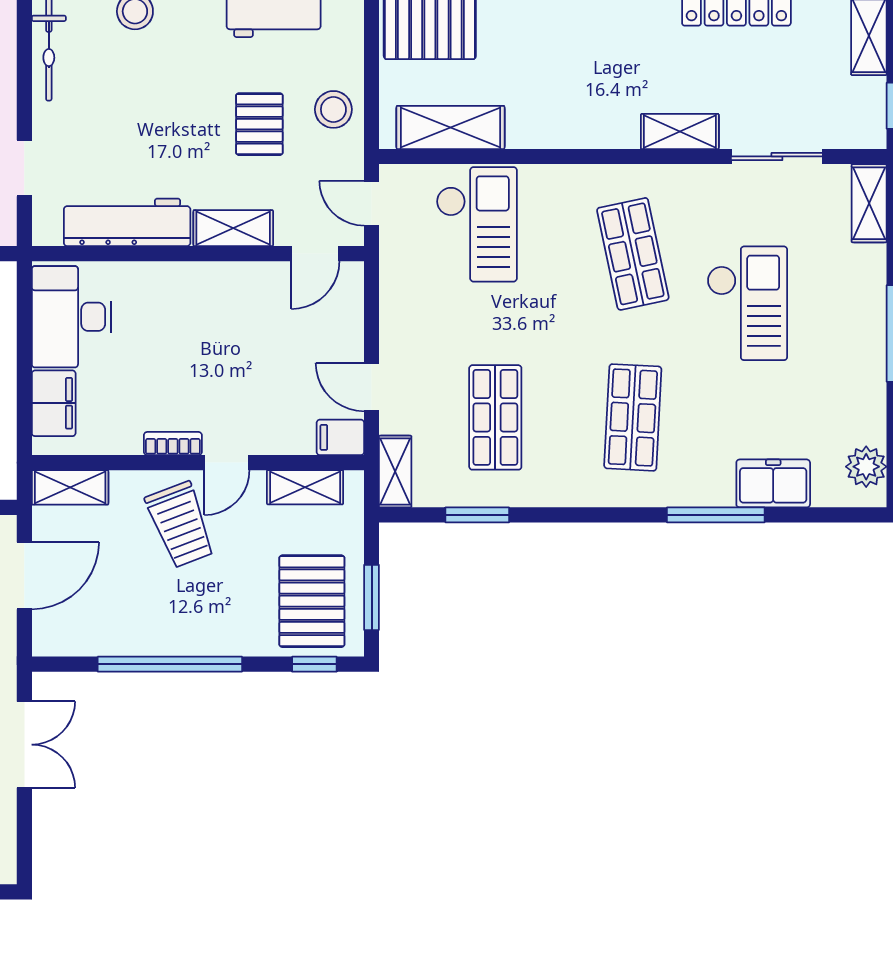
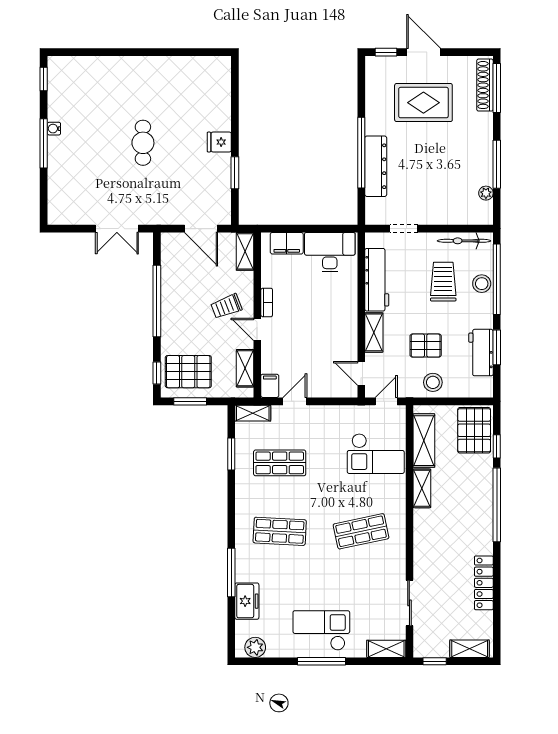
trolley: (131, 89) -> (443, 282), added
shelving: (680, 131) -> (422, 488), moved
checkout: (747, 303) -> (321, 630), moved, turned 180
trolley: (180, 525) -> (226, 306), width x0.73, depth x0.72

